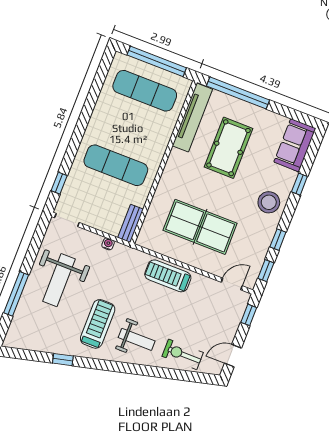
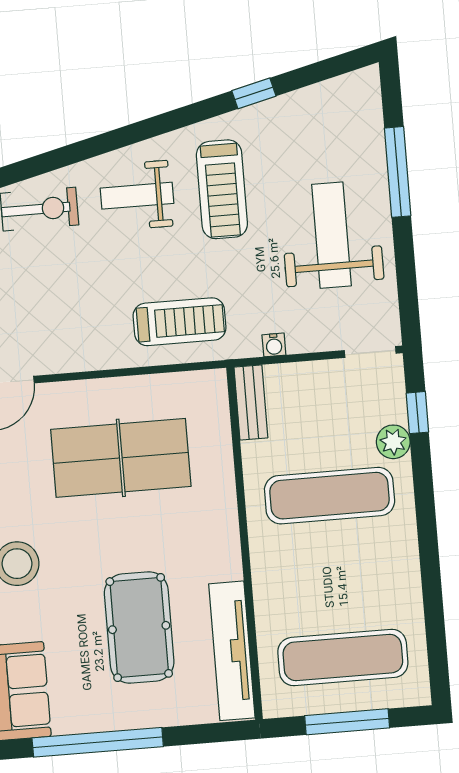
window: (157, 61) -> (347, 722), width x0.68
window: (238, 93) -> (98, 742), moved
plant: (76, 175) -> (393, 442), added
treadmill: (168, 276) -> (180, 322), moved

